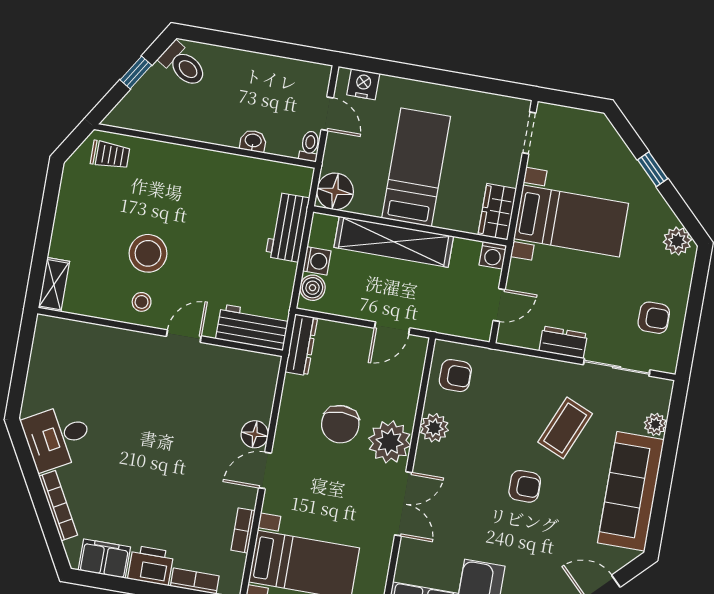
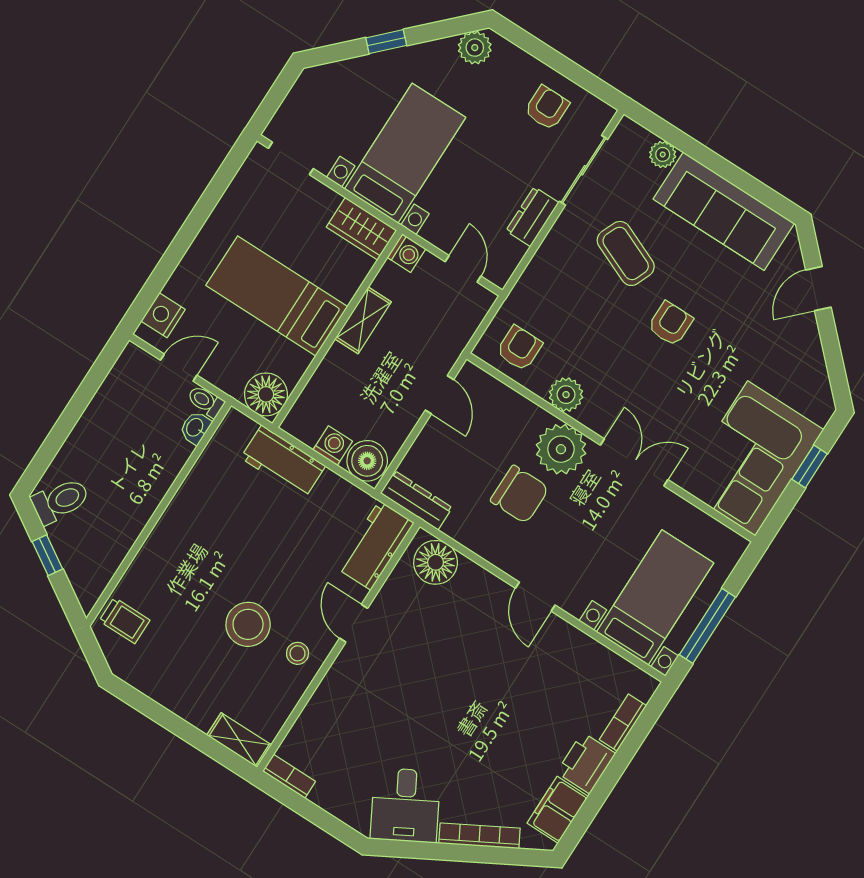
washbasin: (253, 141) -> (195, 428), moved
trolley: (110, 155) -> (125, 621), turned 90
shelving: (394, 242) -> (363, 320), width x0.45, depth x0.75
boiler: (312, 288) -> (367, 461), width x1.36, depth x1.36
floor lamp: (255, 434) -> (436, 562), moved, width x1.38, depth x1.38
bookcase: (243, 530) -> (289, 776), moved, turned 180

